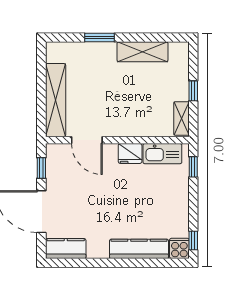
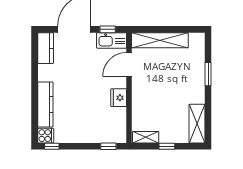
shelving: (143, 52) -> (197, 124), moved
kitchen sink: (162, 154) -> (112, 40), moved, turned -90

